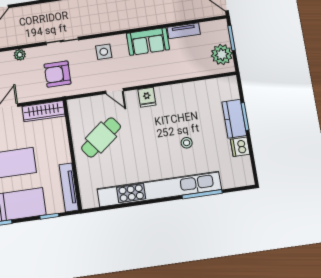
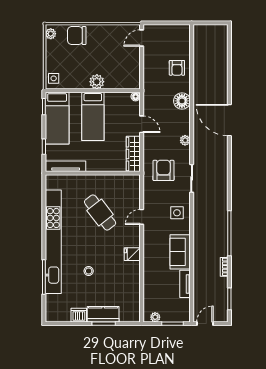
plant: (222, 55) -> (155, 317), width x0.53, depth x0.53
fridge: (147, 97) -> (132, 254), moved
cafe table: (101, 137) -> (100, 213), moved

